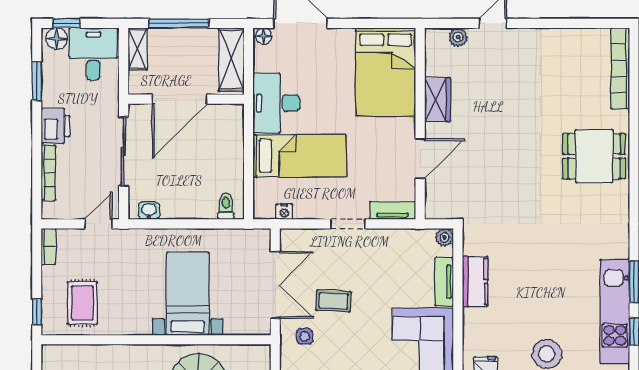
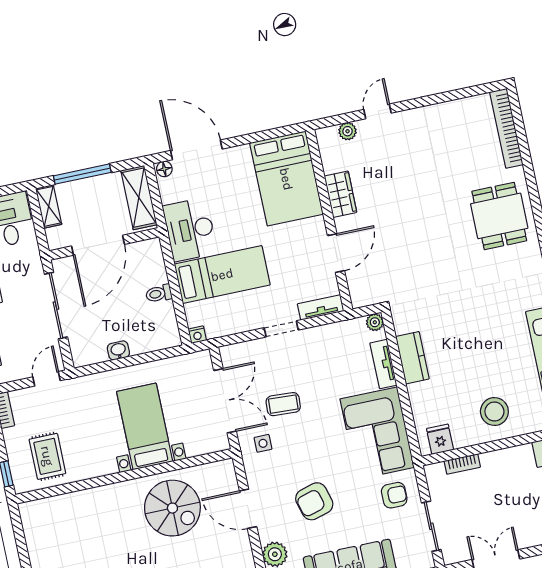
dining table: (594, 156) -> (499, 216), turned 90
toilet: (226, 206) -> (159, 294), moved, turned -90
washbasin: (149, 211) -> (118, 350), moved
nightstand: (284, 212) -> (197, 335), moved

